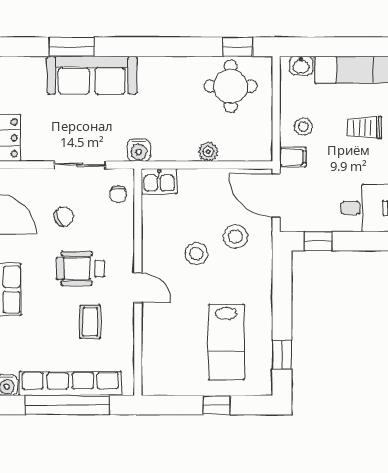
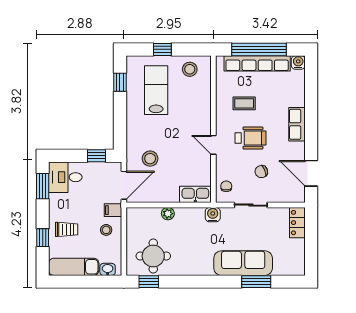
kitchen sink: (159, 181) -> (195, 194), width x1.38
door: (276, 196) -> (124, 185), hinge flipped
stool: (196, 254) -> (190, 69), moved
door: (138, 288) -> (213, 145), moved
coffee table: (90, 322) -> (244, 103), turned 90

